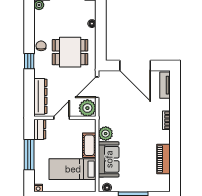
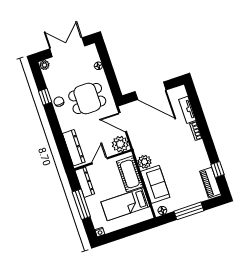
window: (29, 61) -> (45, 97), moved
tv unit: (165, 85) -> (187, 110), moved
door: (97, 87) -> (123, 122), hinge flipped
dresser: (40, 129) -> (85, 182), width x1.44
cot: (89, 145) -> (130, 174), width x1.37, depth x1.34
piano: (163, 159) -> (210, 183), moved
window: (175, 165) -> (217, 169), added

